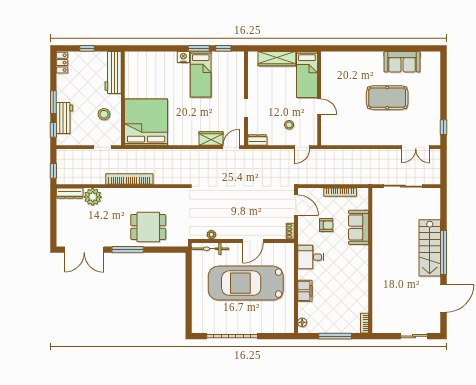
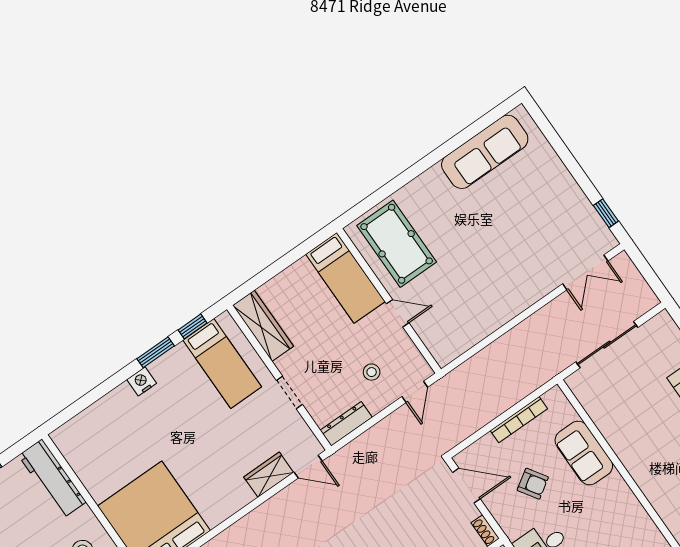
wardrobe: (277, 59) -> (263, 326), moved, turned -90
sofa: (402, 62) -> (485, 152), width x1.36
bed: (201, 74) -> (222, 363), moved
pool table: (387, 98) -> (397, 244), moved, turned 90
dresser: (257, 140) -> (346, 424), width x1.44
door: (231, 147) -> (308, 467), swing flipped
armchair: (326, 225) -> (533, 484), turned 57

